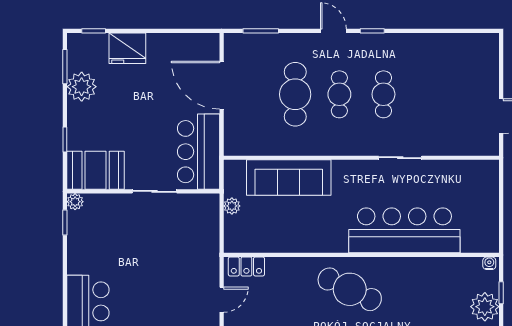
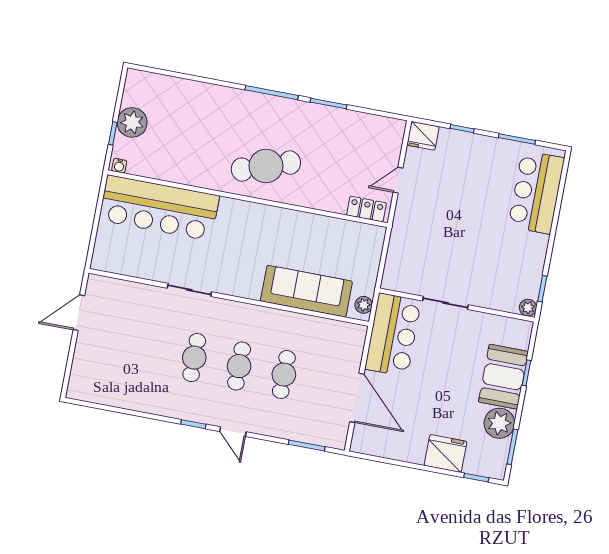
cafe table: (295, 94) -> (284, 375), width x0.73, depth x0.74
booth: (96, 170) -> (503, 377), moved, turned 90
plant: (232, 206) -> (364, 305), moved
bar counter: (404, 230) -> (159, 208), moved
cafe table: (350, 289) -> (266, 166), turned -45

